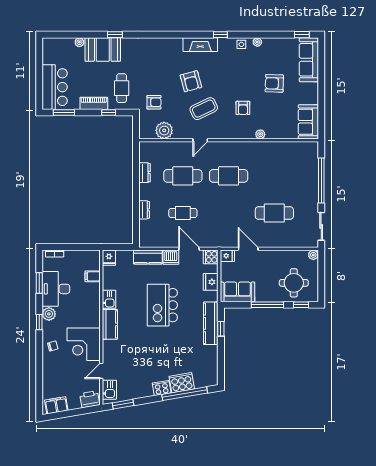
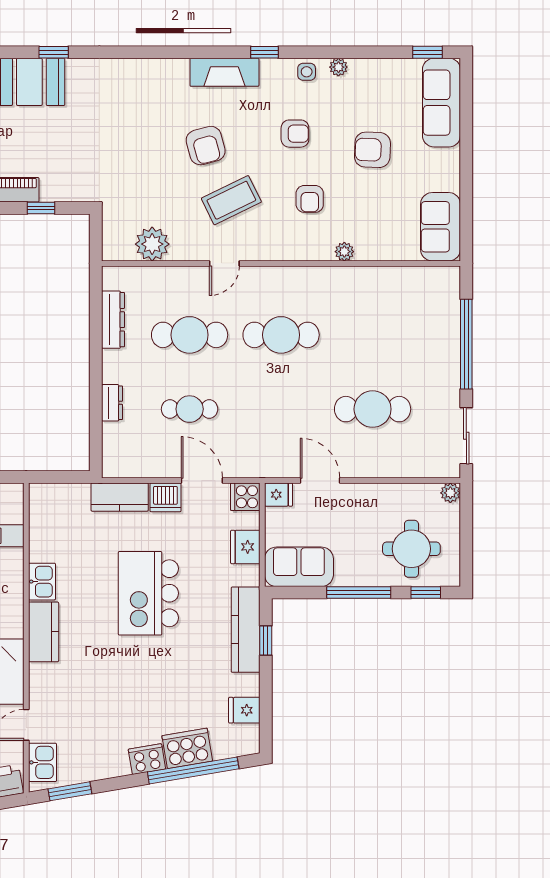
cafe table: (122, 88) -> (67, 159), removed
armchair: (154, 102) -> (295, 134), moved
dresser: (145, 173) -> (113, 320), width x1.44
fridge: (109, 258) -> (244, 710), moved, turned 90

